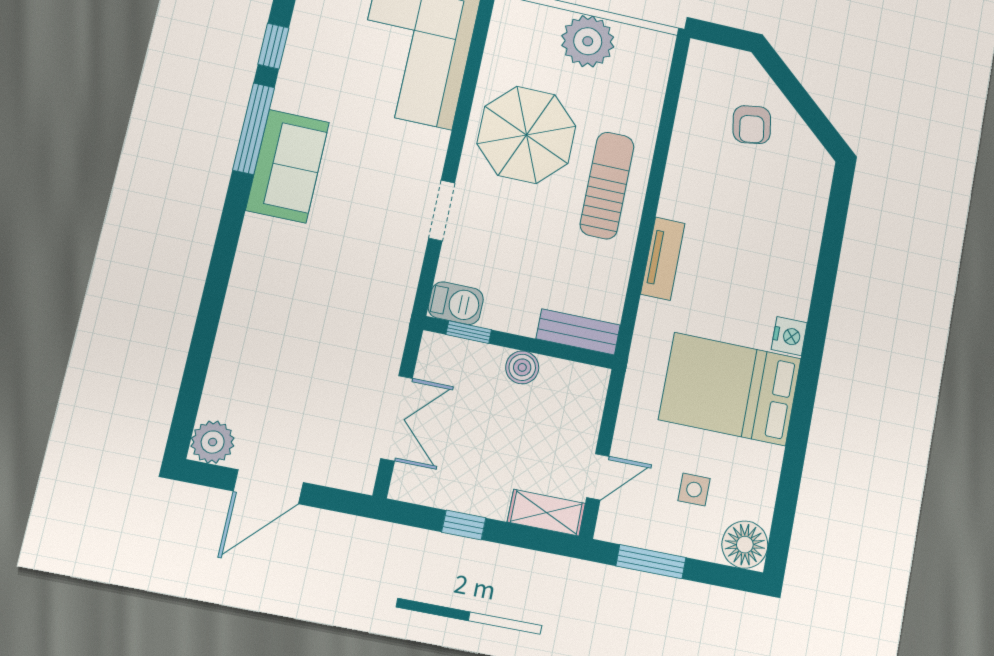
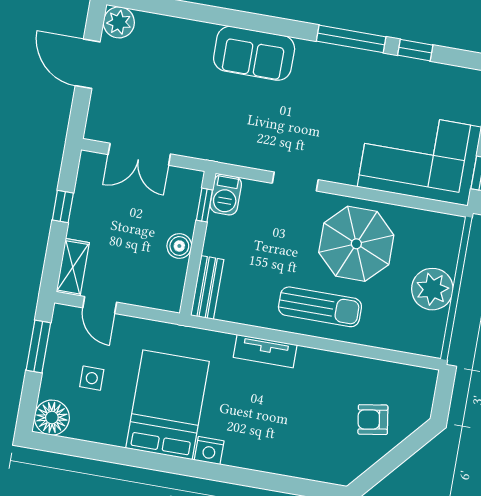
sofa: (288, 166) -> (254, 53), moved

